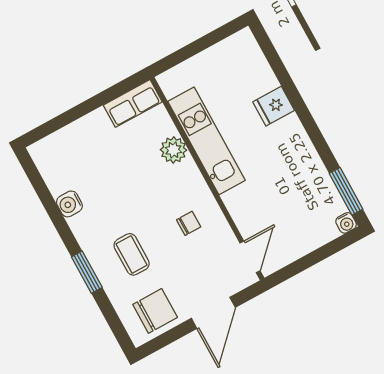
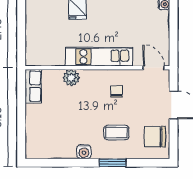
kitchen unit: (207, 141) -> (99, 57), moved
water cooler: (69, 204) -> (84, 152), moved
chair: (155, 311) -> (155, 137), turned -90

